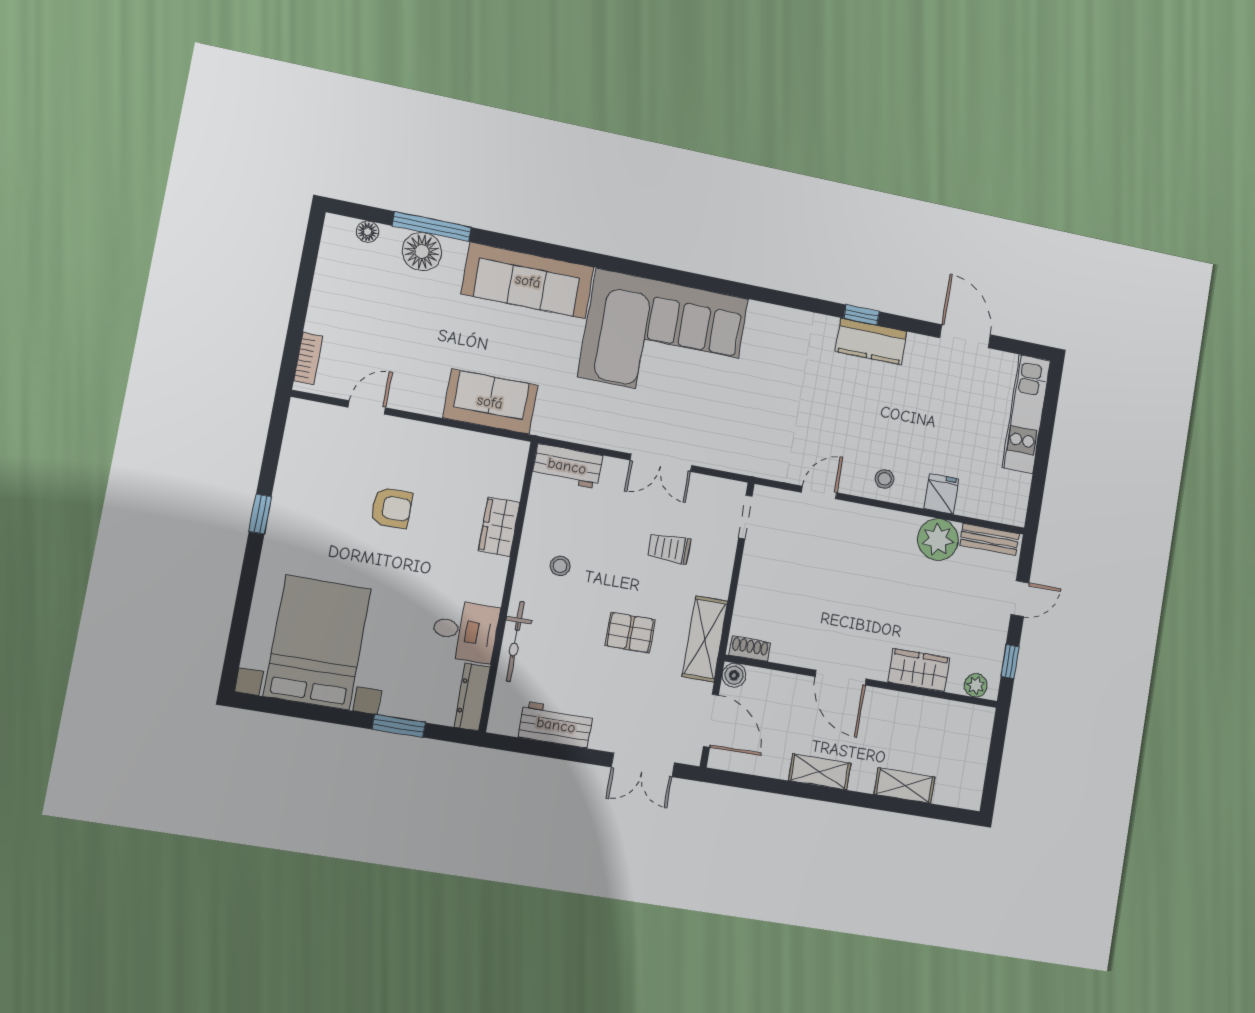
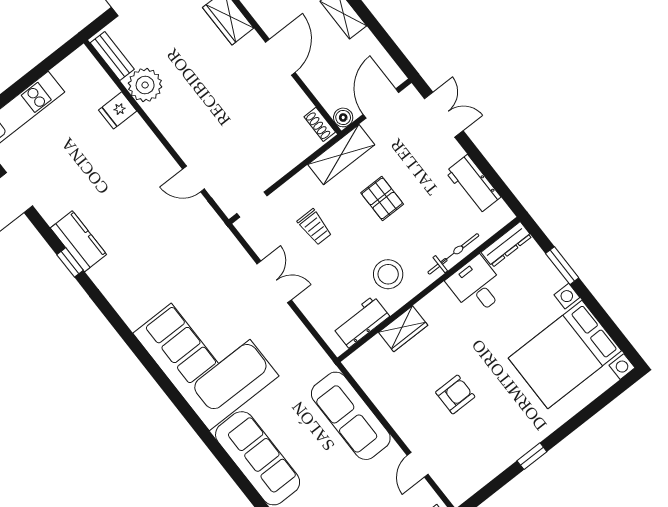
sofa: (490, 402) -> (351, 416), width x1.36
door: (367, 407) -> (418, 465), hinge flipped
workbench: (567, 466) -> (361, 322), moved, turned -90
stool: (885, 479) -> (145, 151), removed
armchair: (391, 508) -> (455, 394), turned 90
stool: (560, 566) -> (388, 274), width x1.89, depth x1.89

